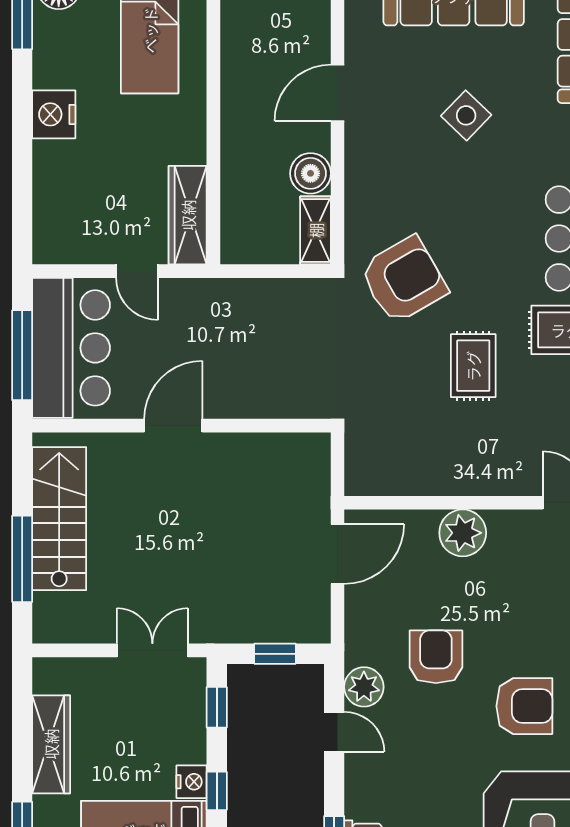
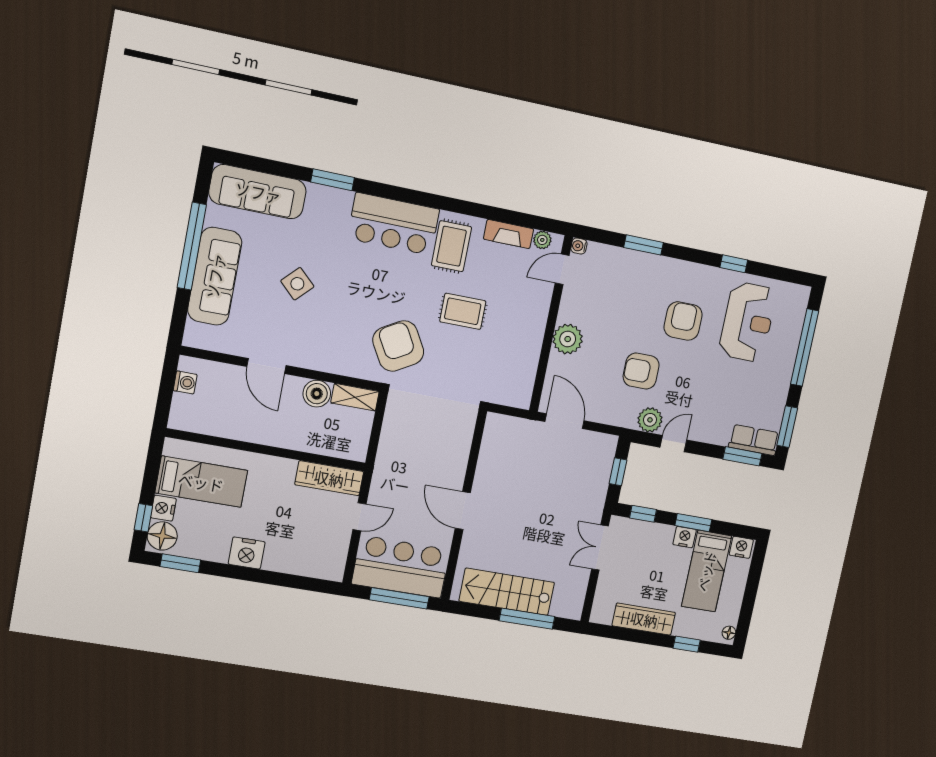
window: (217, 791) -> (693, 523), width x1.50

